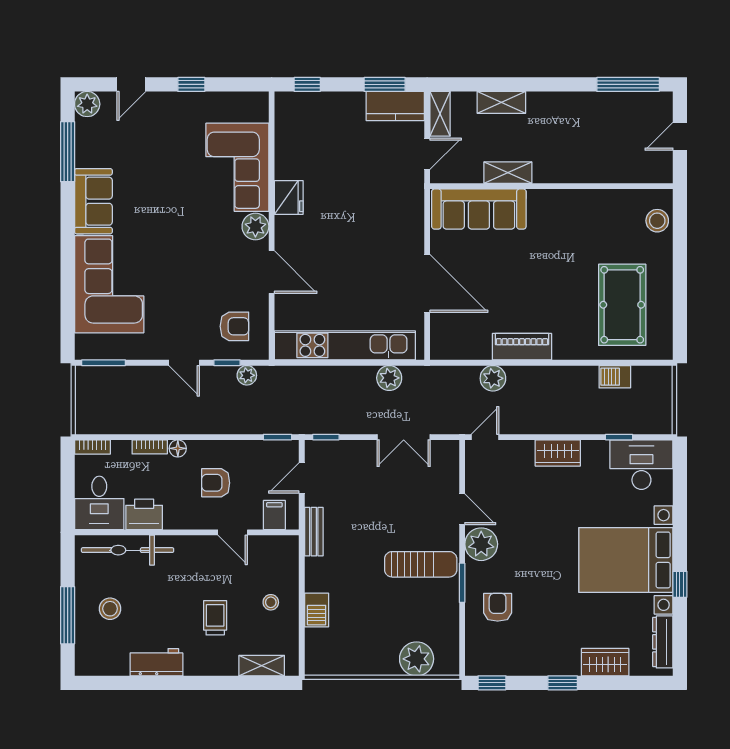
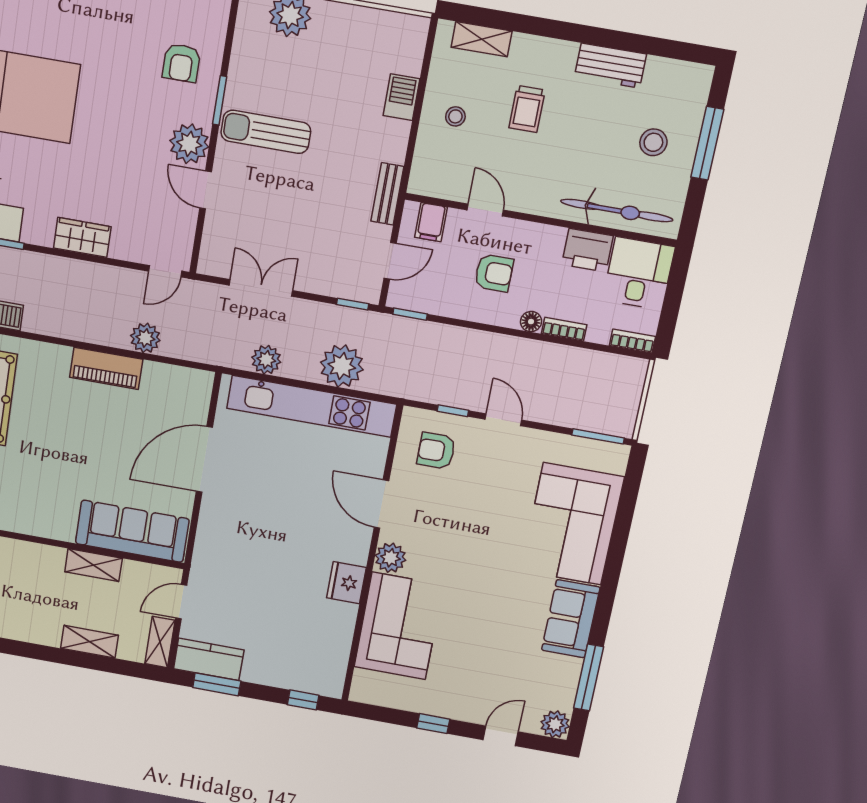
door: (427, 283) -> (204, 459), hinge flipped
plant: (247, 375) -> (342, 366), moved, width x1.88, depth x1.88

